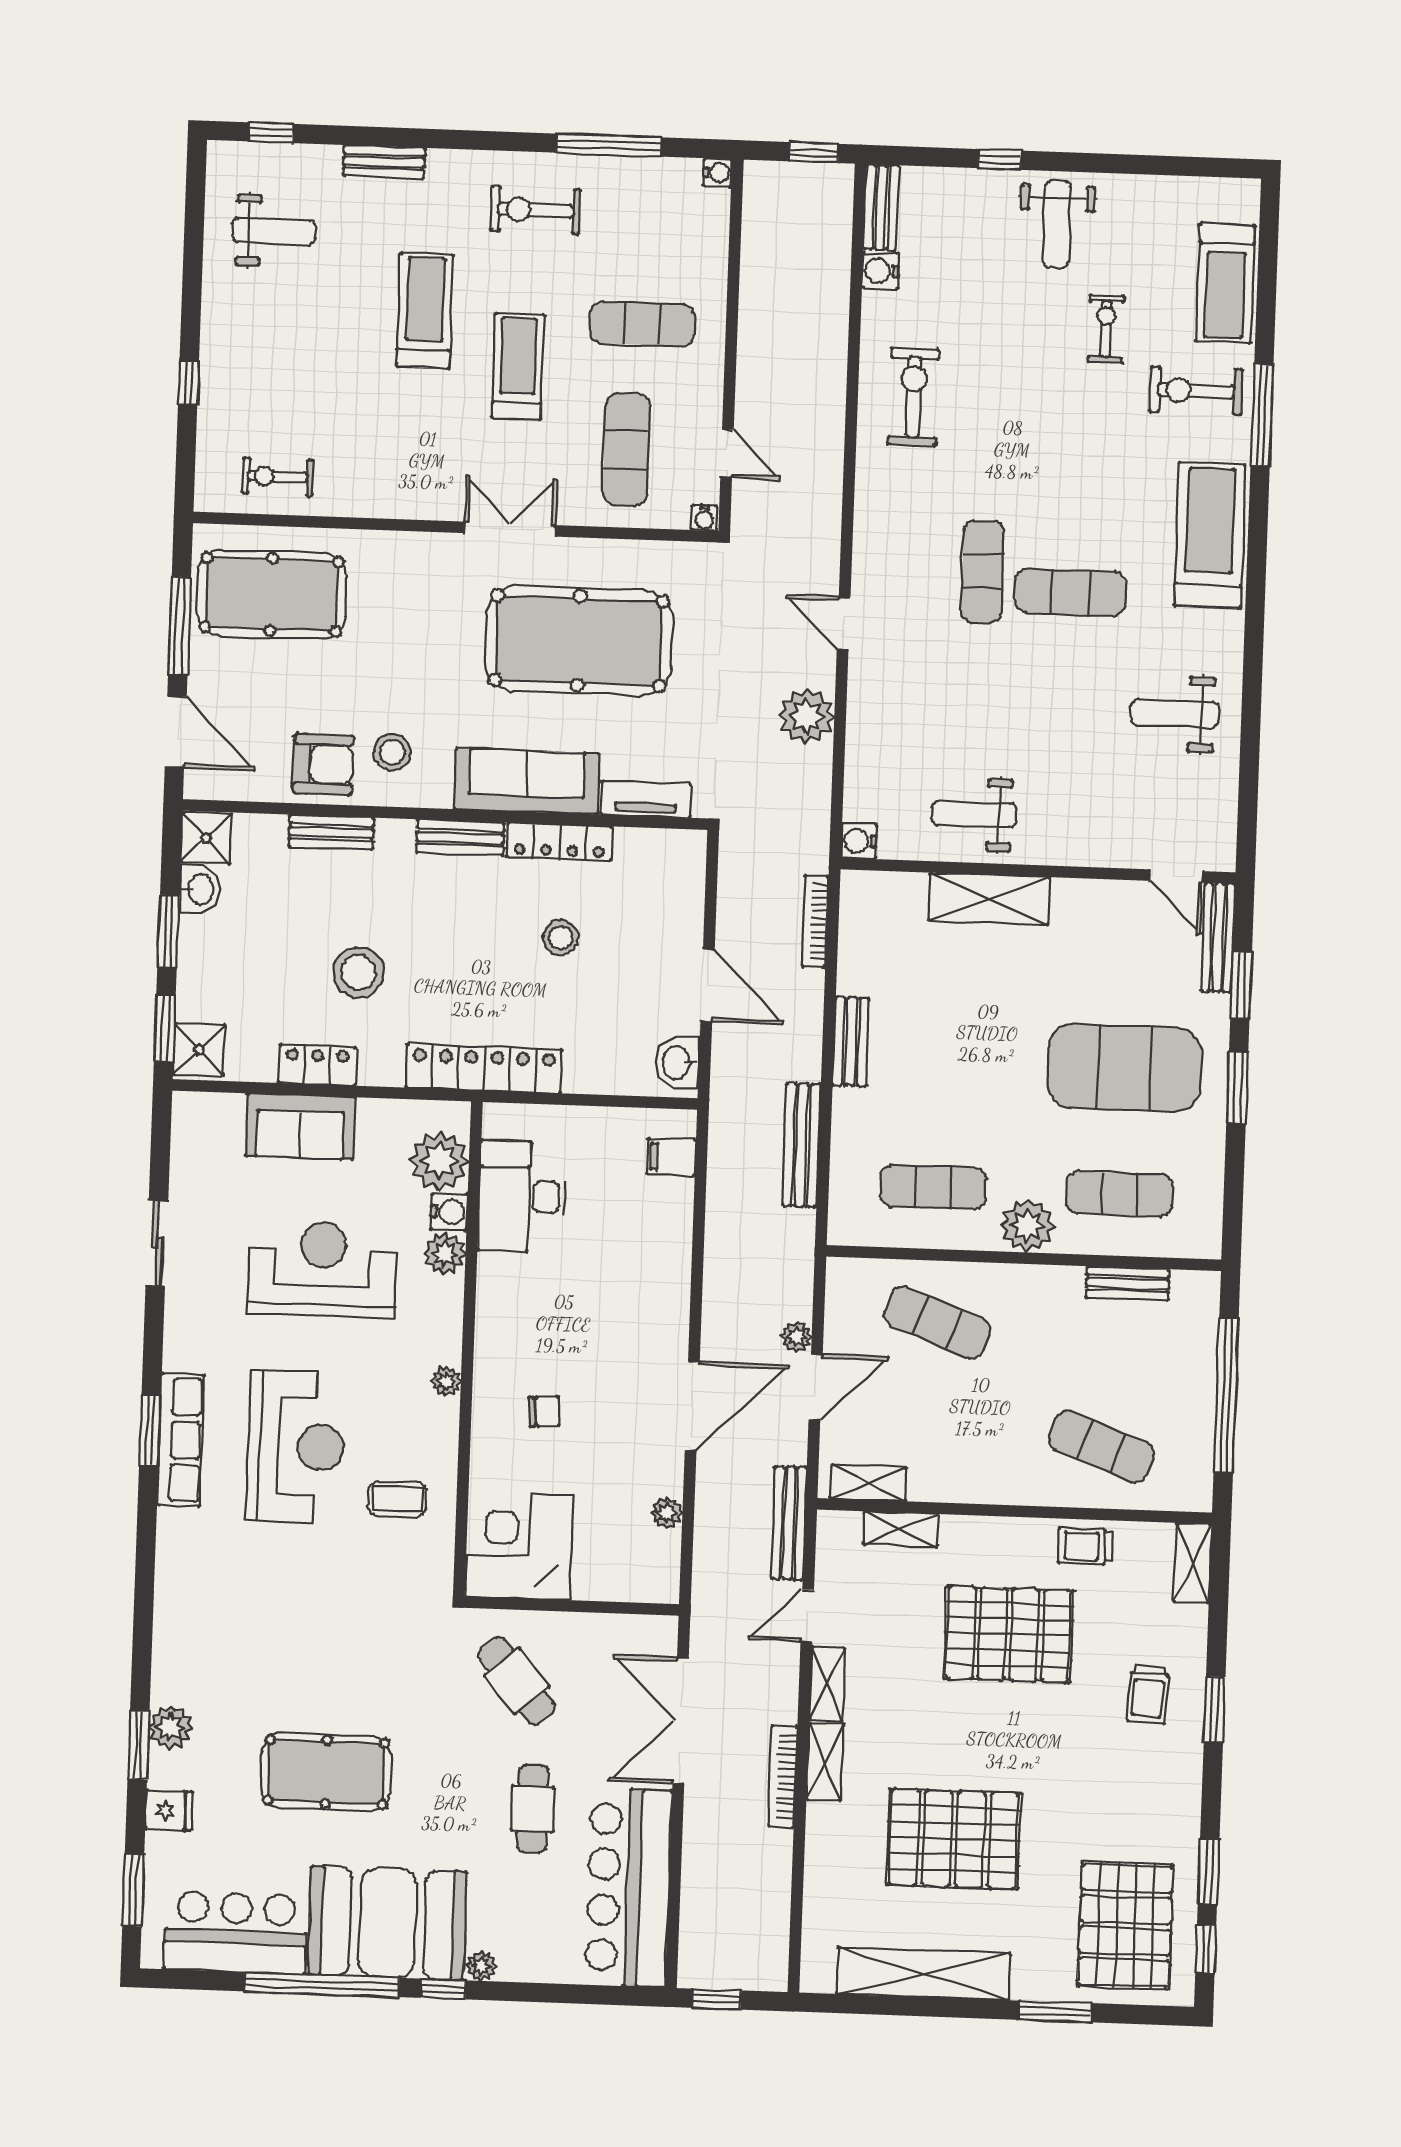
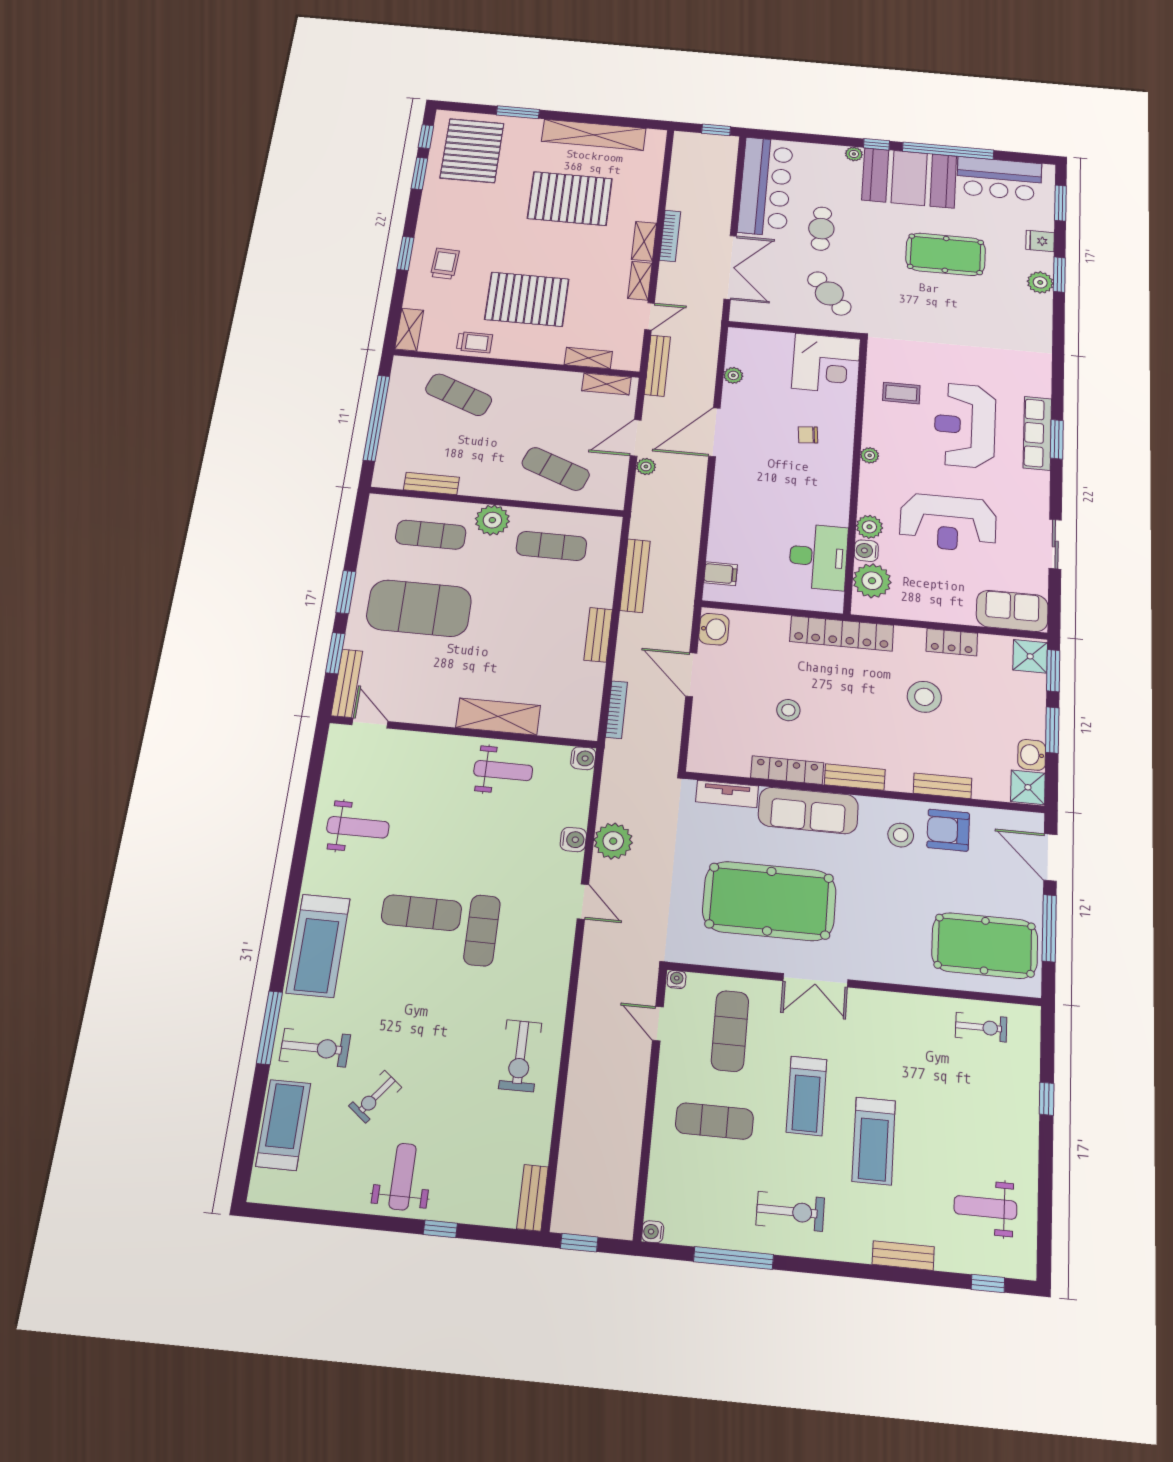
water cooler: (880, 271) -> (573, 839), moved
exercise bike: (1106, 329) -> (375, 1097), turned 38
sofa: (300, 1127) -> (1012, 611), moved

